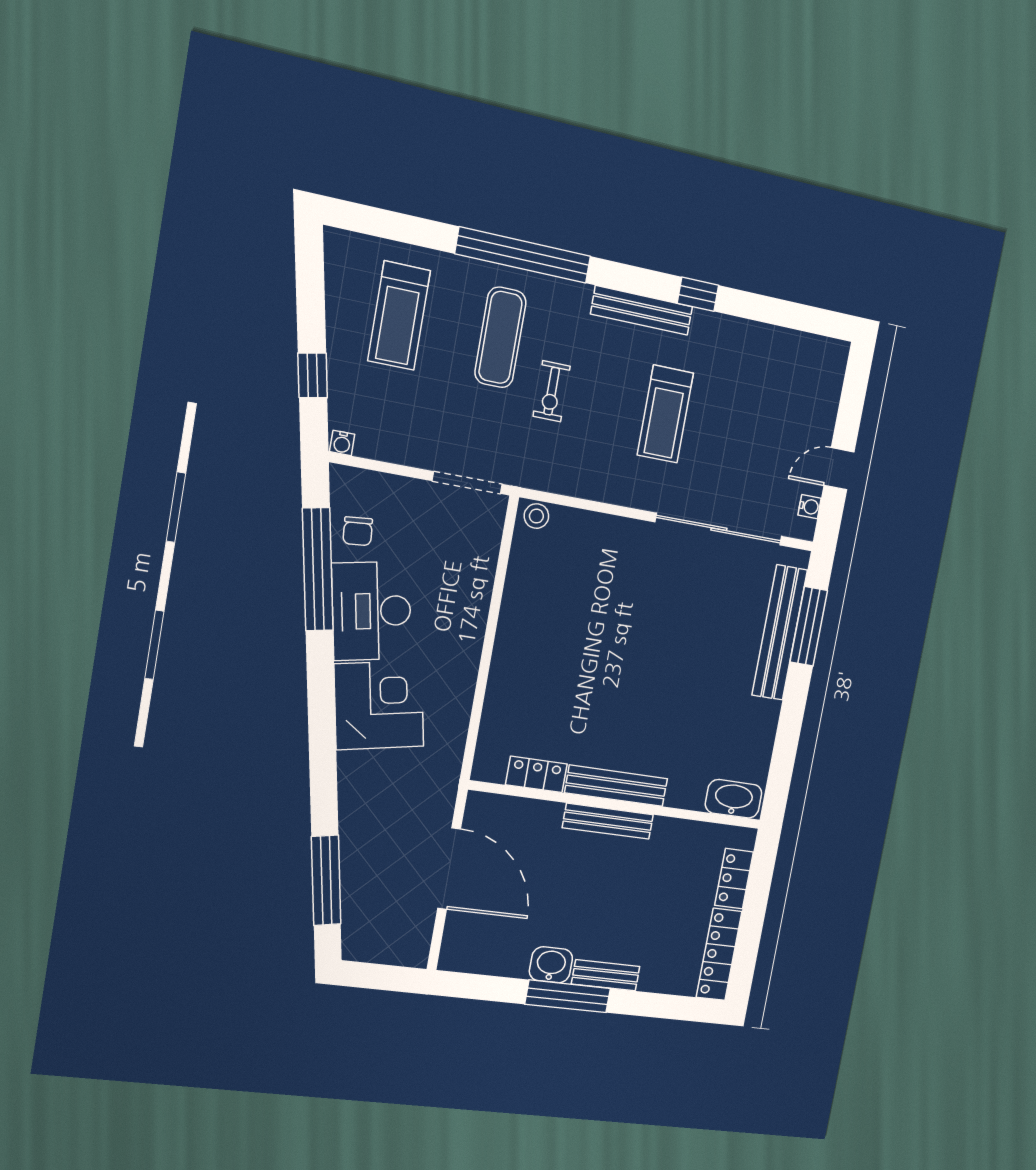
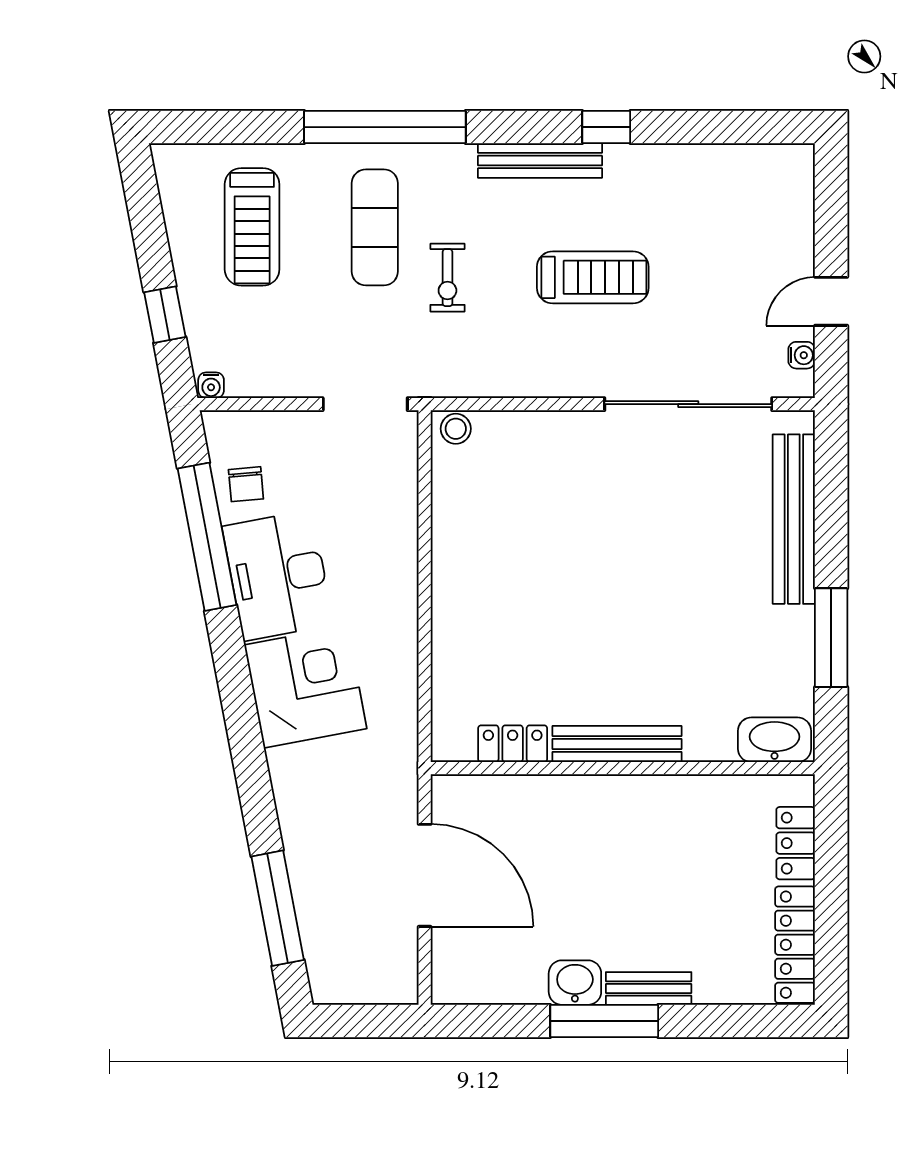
treadmill: (665, 414) -> (593, 277), turned -90
window: (809, 626) -> (831, 638), moved
bench: (608, 821) -> (615, 790), removed

